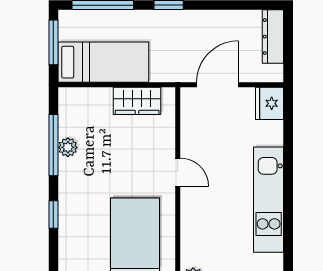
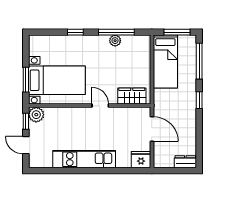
dresser: (273, 37) -> (185, 162), width x0.70
wardrobe: (137, 101) -> (132, 96), moved, turned 90
door: (178, 172) -> (100, 106), swing flipped

